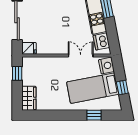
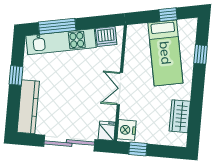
double door: (81, 56) -> (120, 89), moved
nightstand: (106, 66) -> (127, 130), moved, turned -79
wardrobe: (29, 98) -> (180, 116), moved, turned -90

